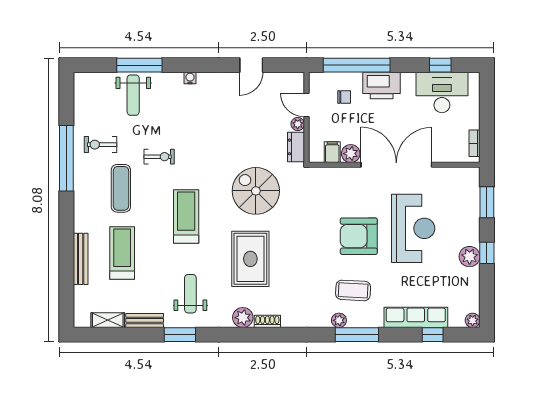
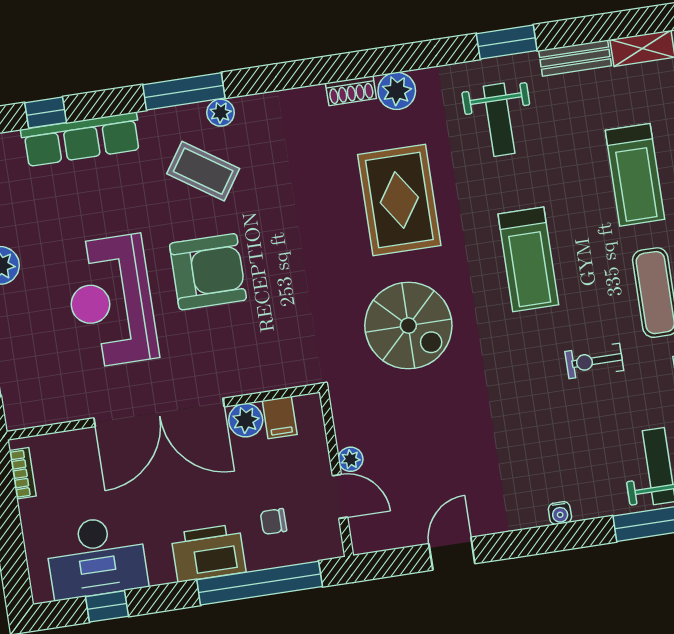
dresser: (296, 147) -> (347, 417), removed
coffee table: (353, 290) -> (203, 171), turned 31

